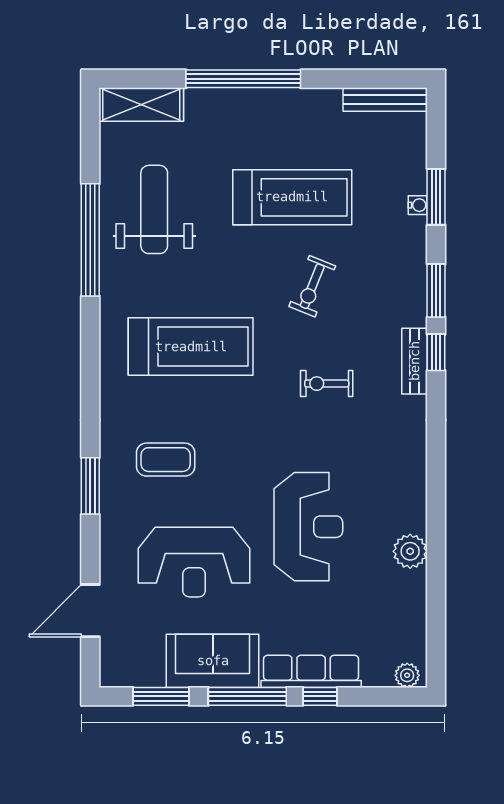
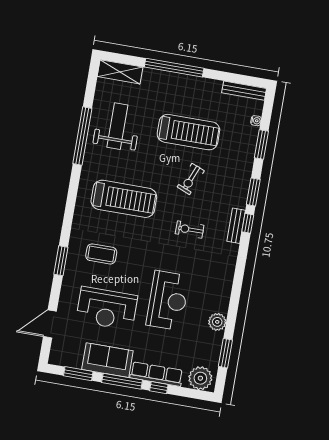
water cooler: (418, 205) -> (256, 121), moved
window: (436, 609) -> (225, 353), added
plant: (407, 675) -> (200, 378), width x1.87, depth x1.87

